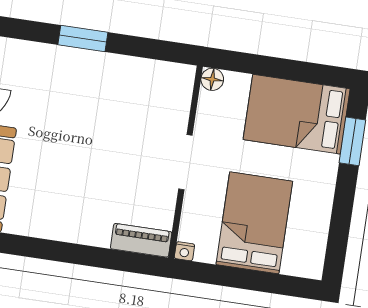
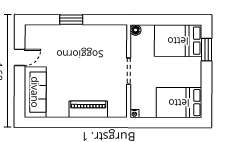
bed: (254, 223) -> (179, 103), moved, turned -90
piano: (141, 240) -> (88, 109), moved, width x1.37, depth x1.33

